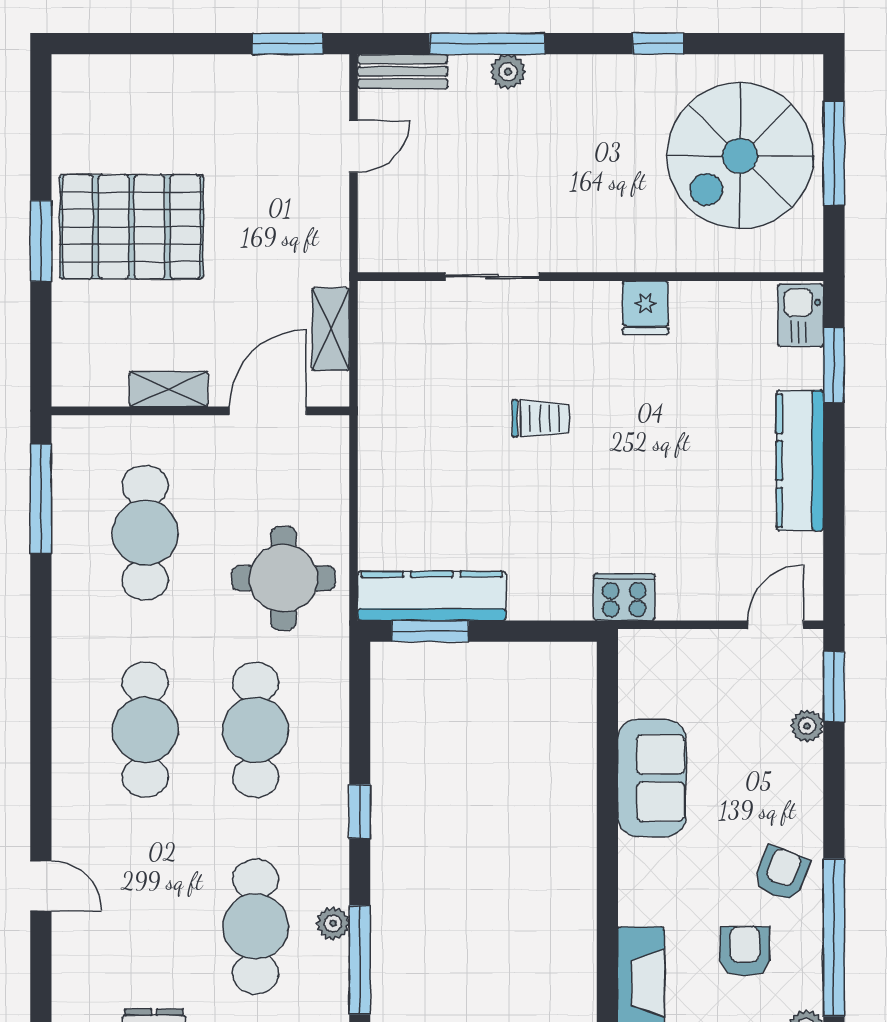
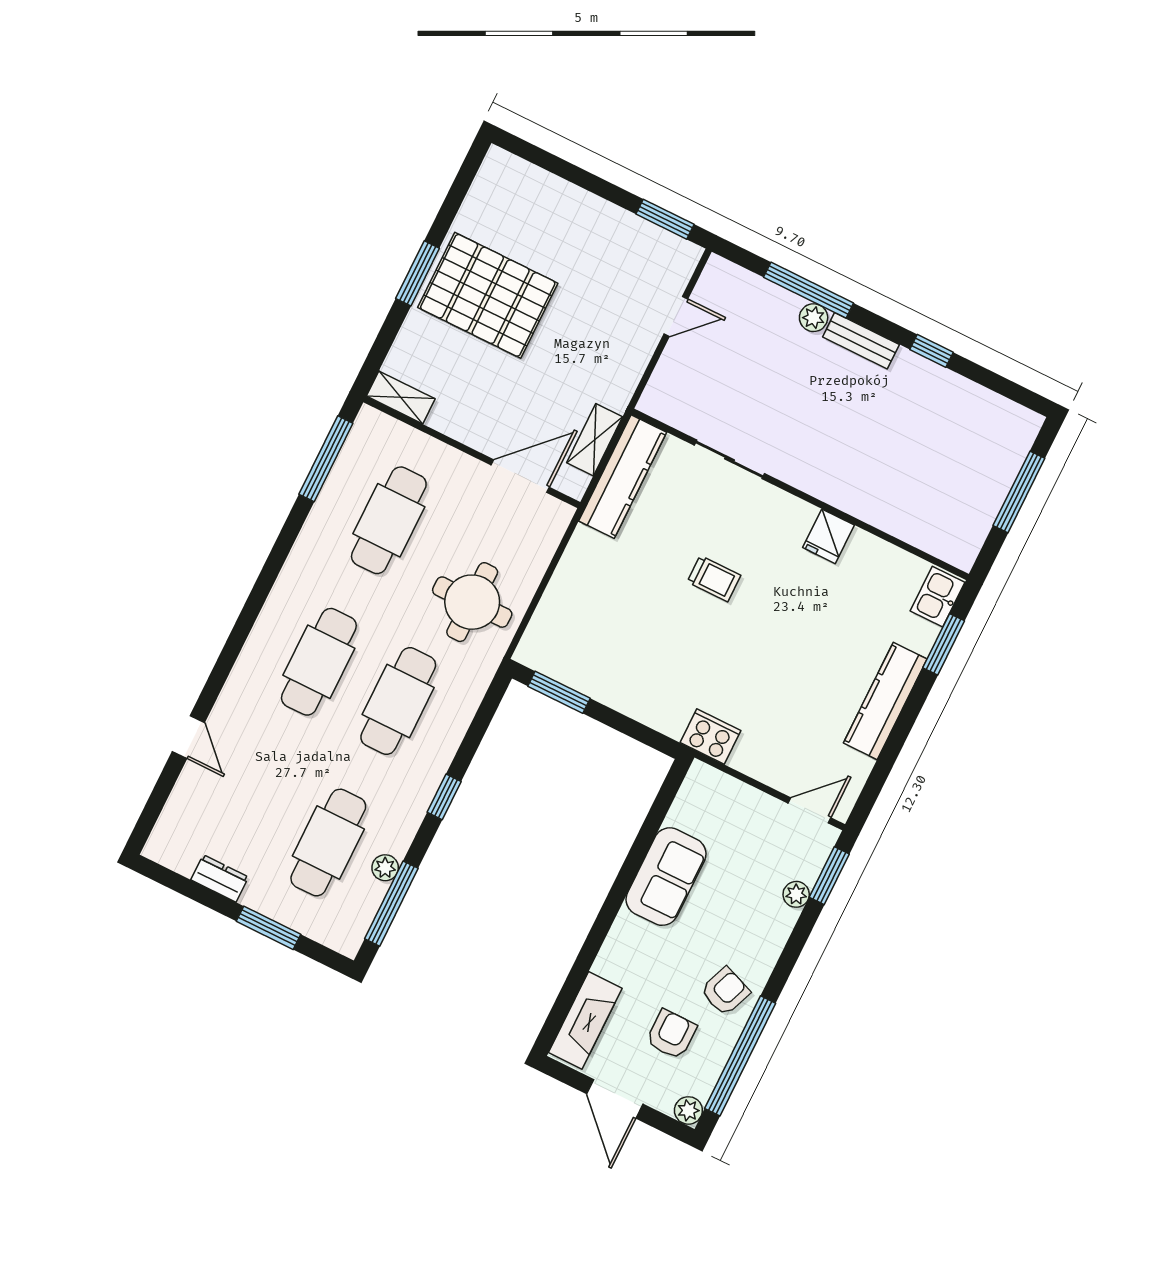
bench: (403, 71) -> (861, 341), moved
spiral stairs: (740, 156) -> (951, 461), removed
shelving: (168, 389) -> (401, 397), moved
kitchen counter: (432, 596) -> (623, 477), moved, turned 90

